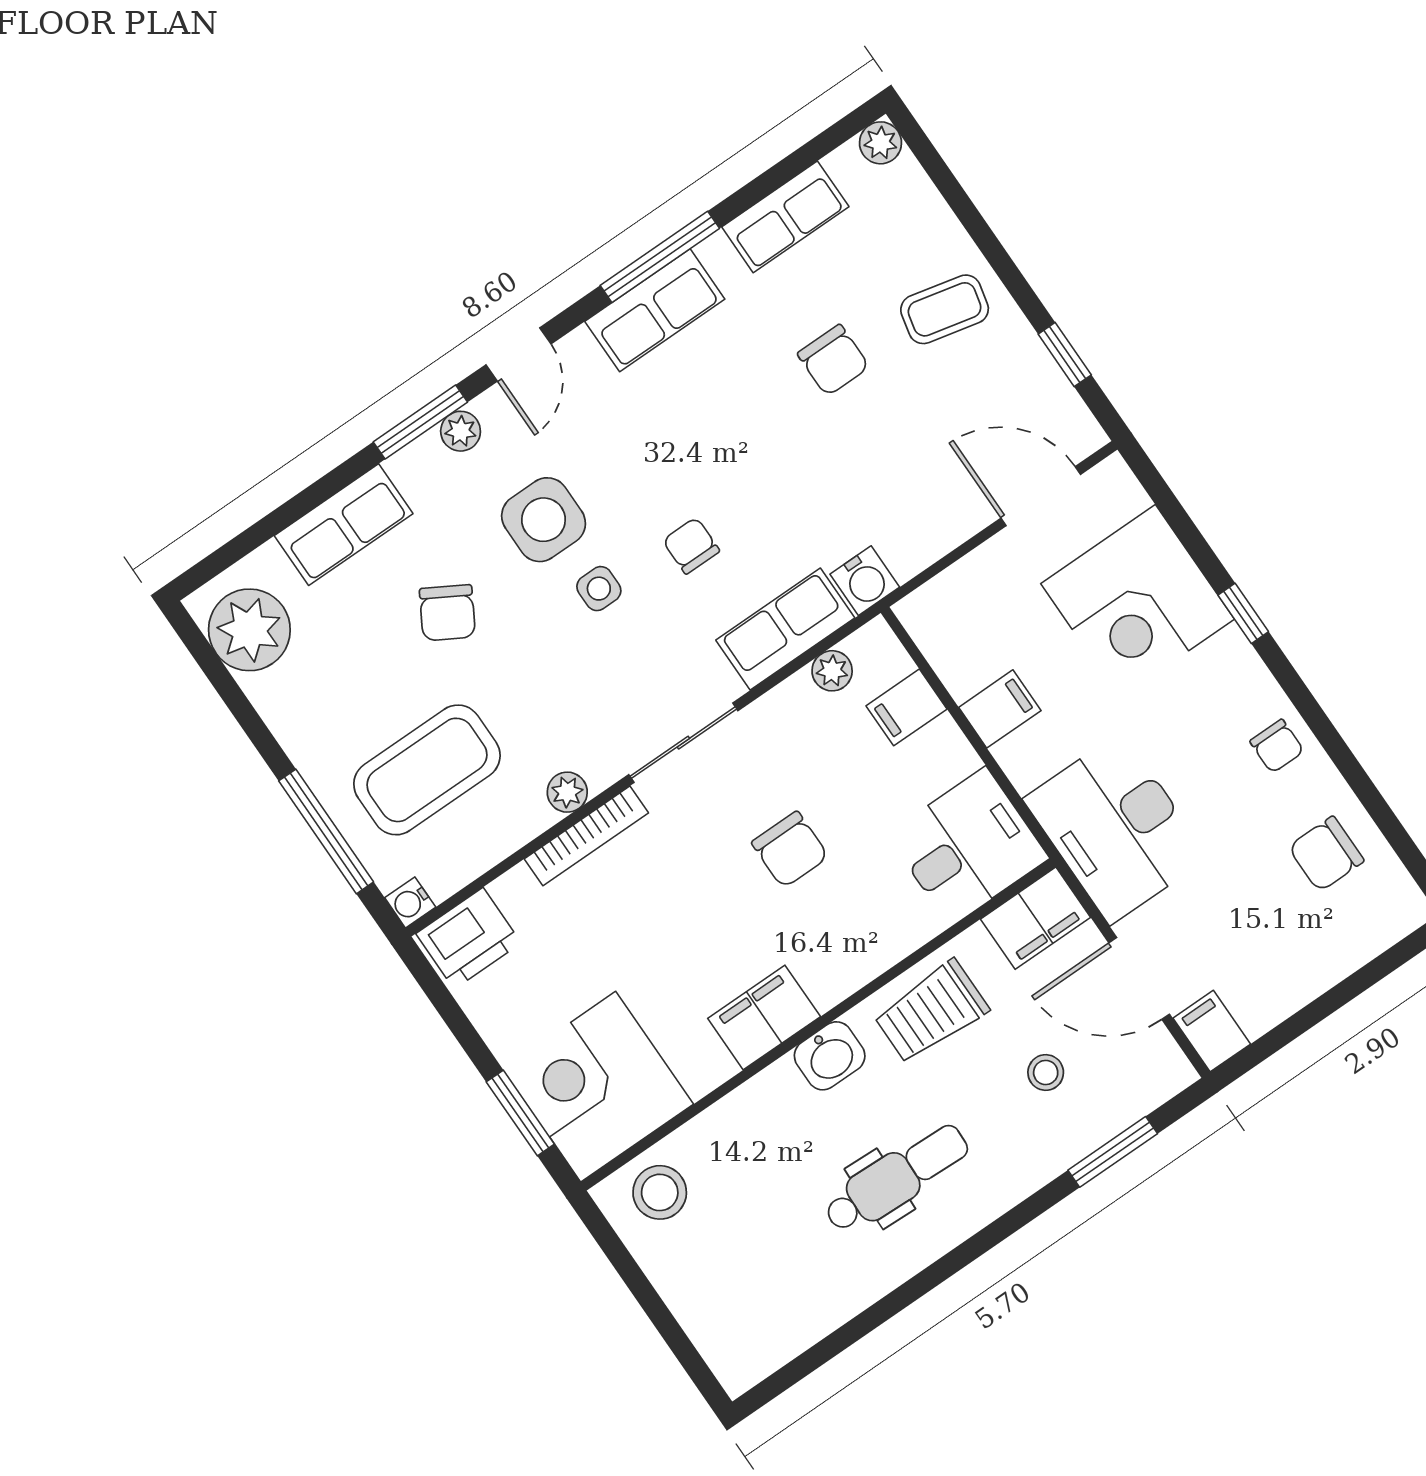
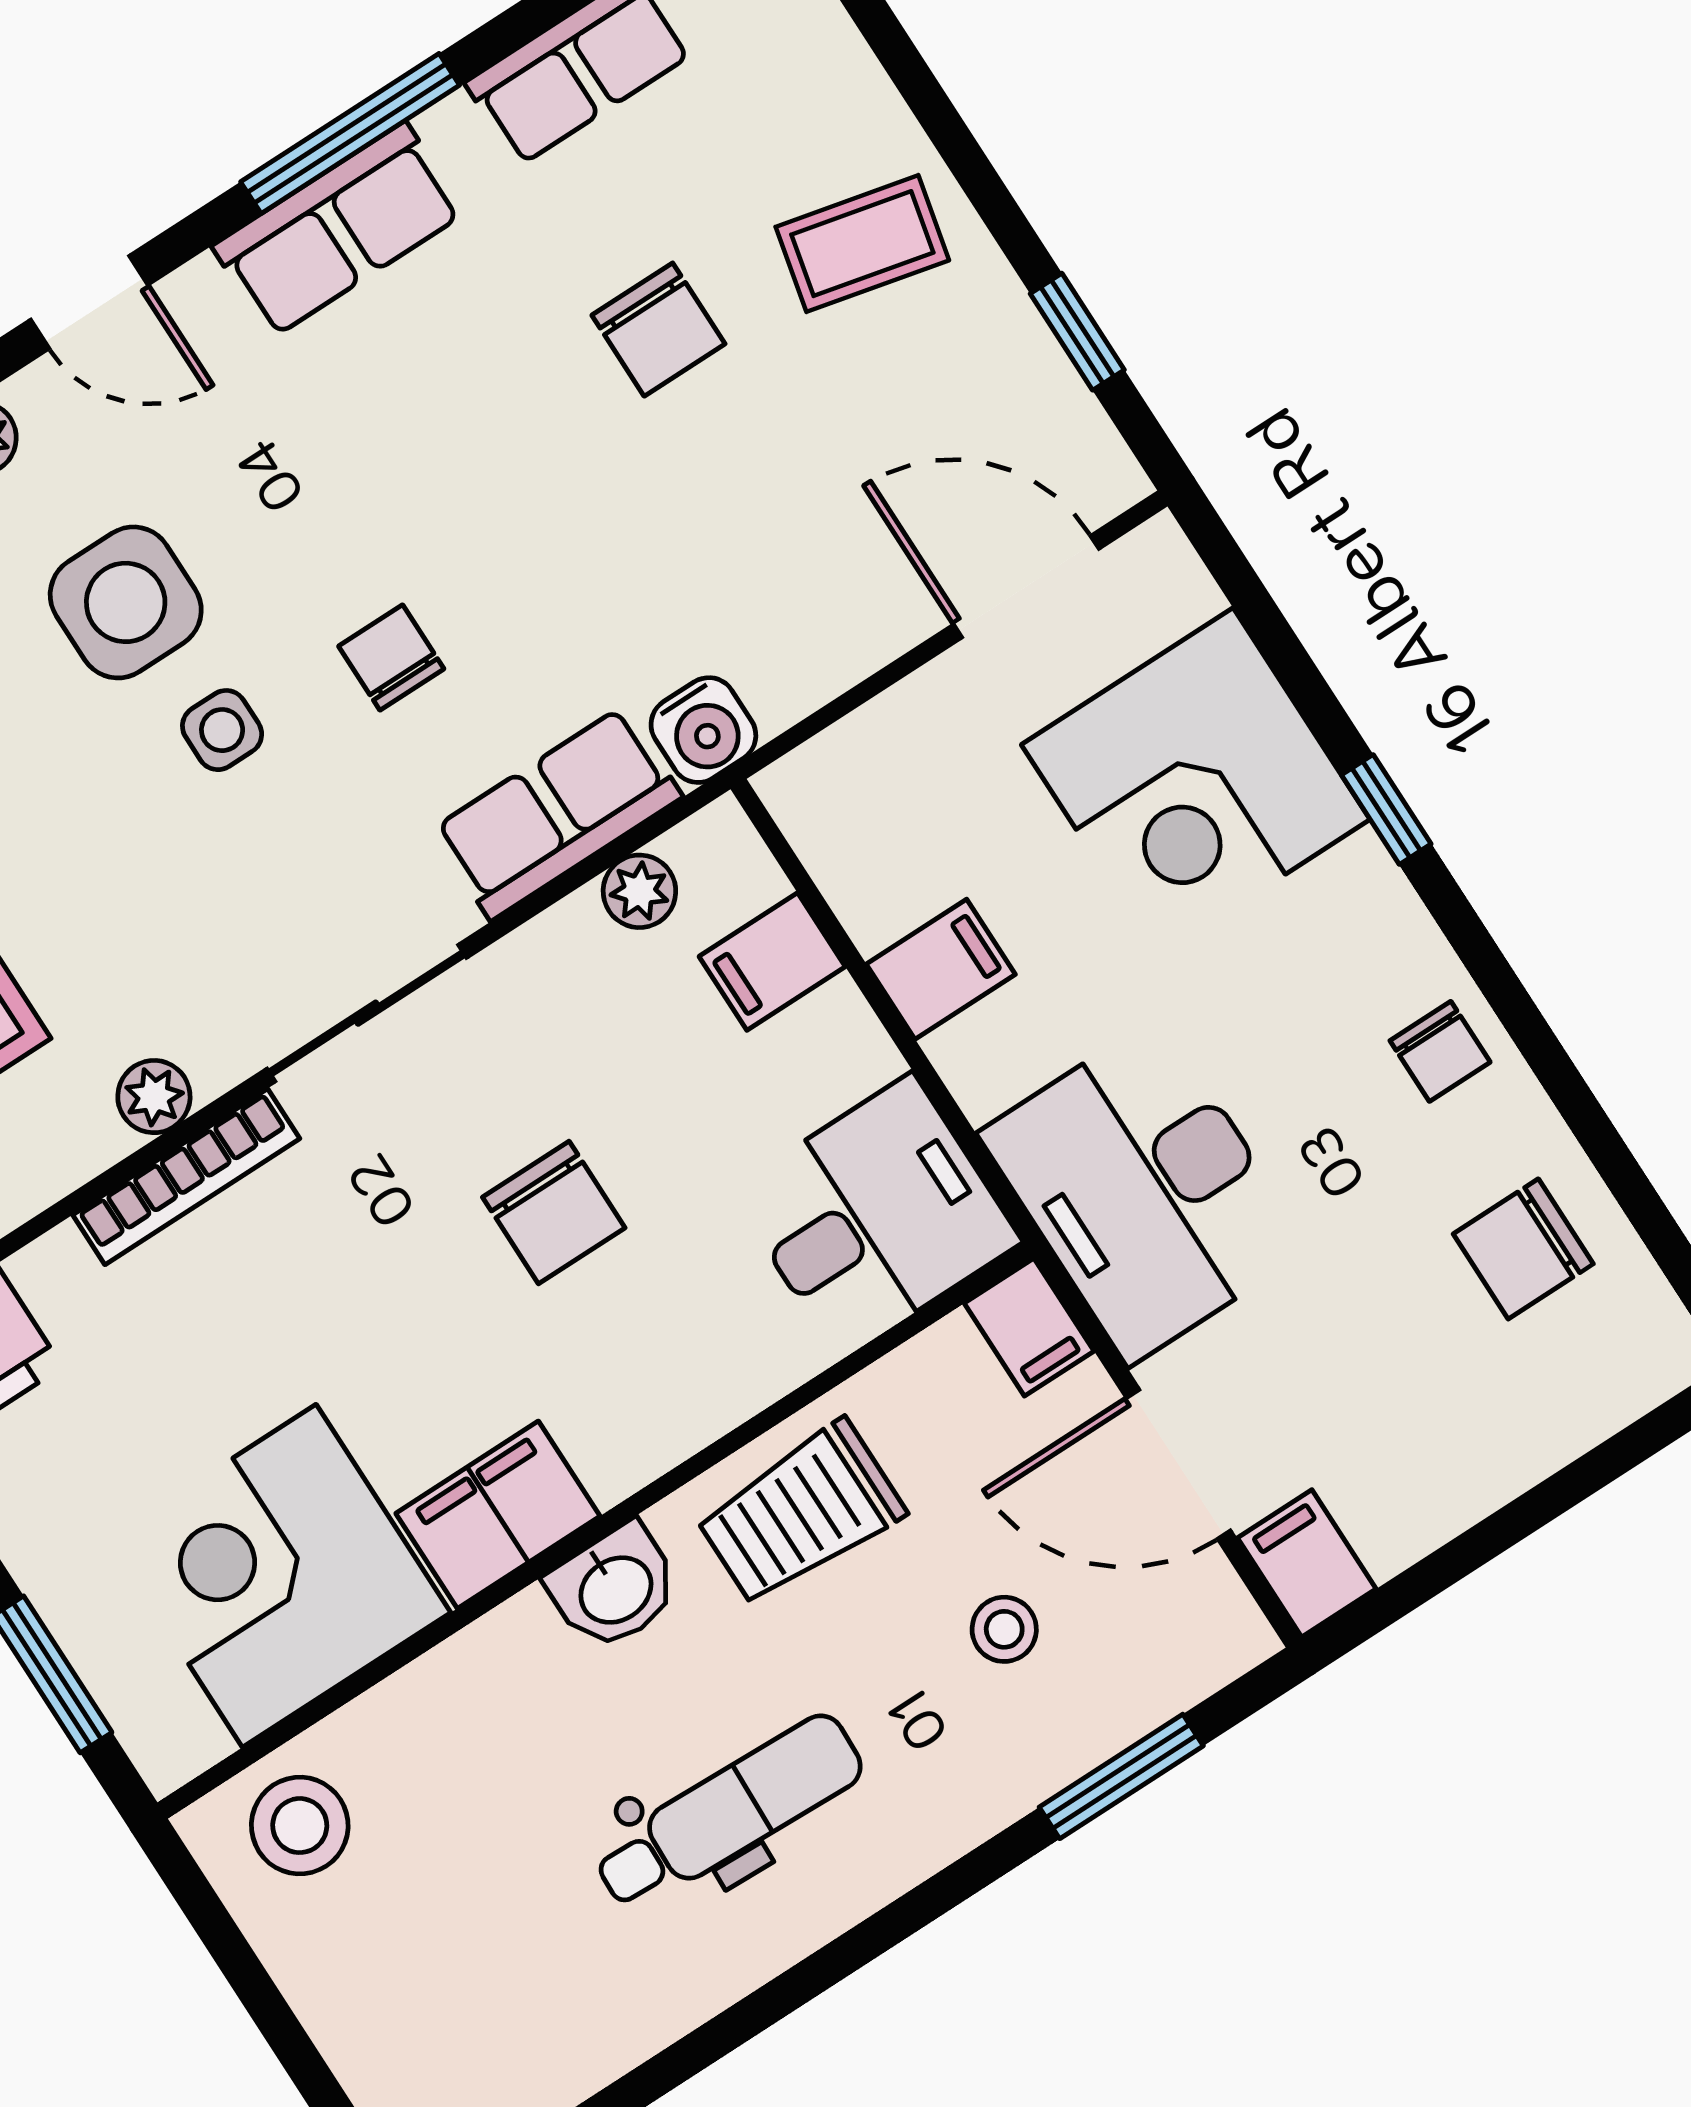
door: (518, 354) -> (89, 302), hinge flipped
filing cabinet: (1036, 918) -> (1029, 1327), width x0.50
corner desk: (598, 1087) -> (279, 1576), moved

